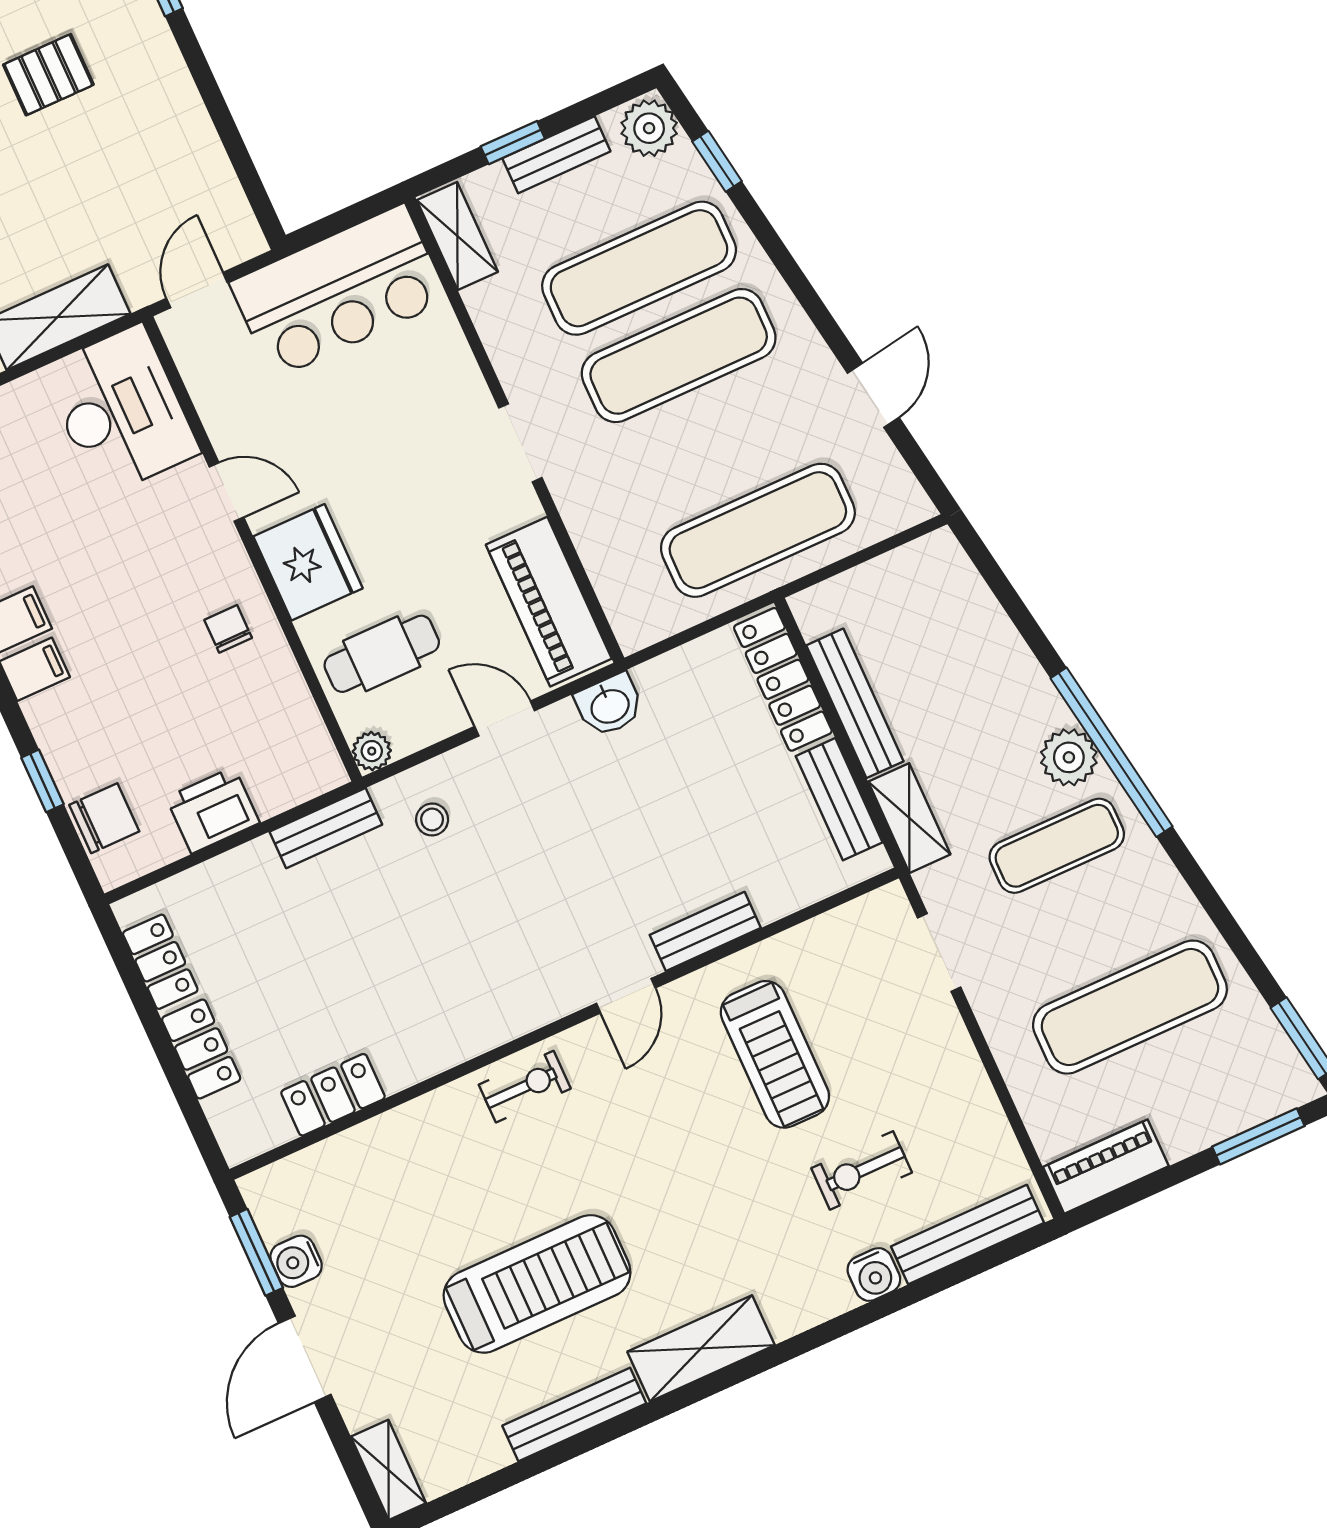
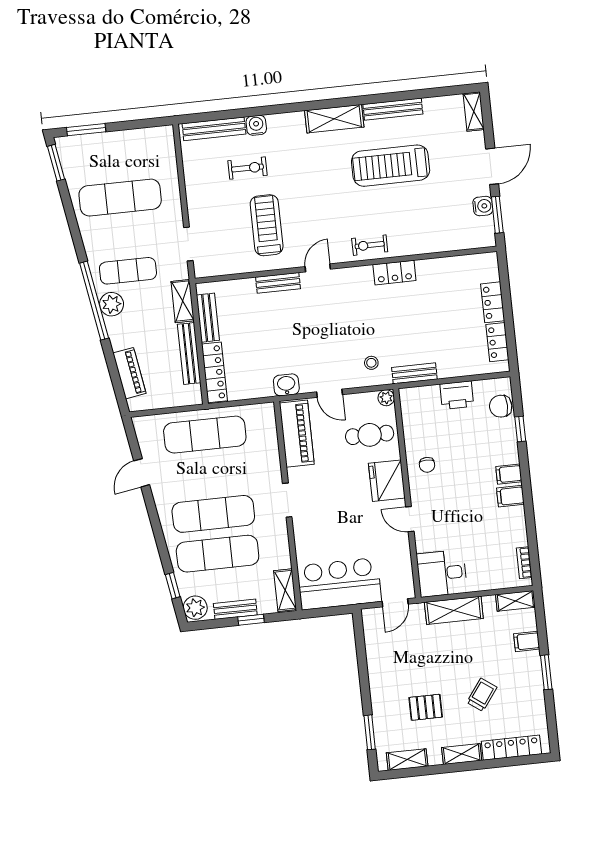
desk: (121, 411) -> (442, 573), width x0.73
locker: (333, 1095) -> (394, 273), moved
piano: (1106, 1167) -> (129, 373), moved, turned -99

